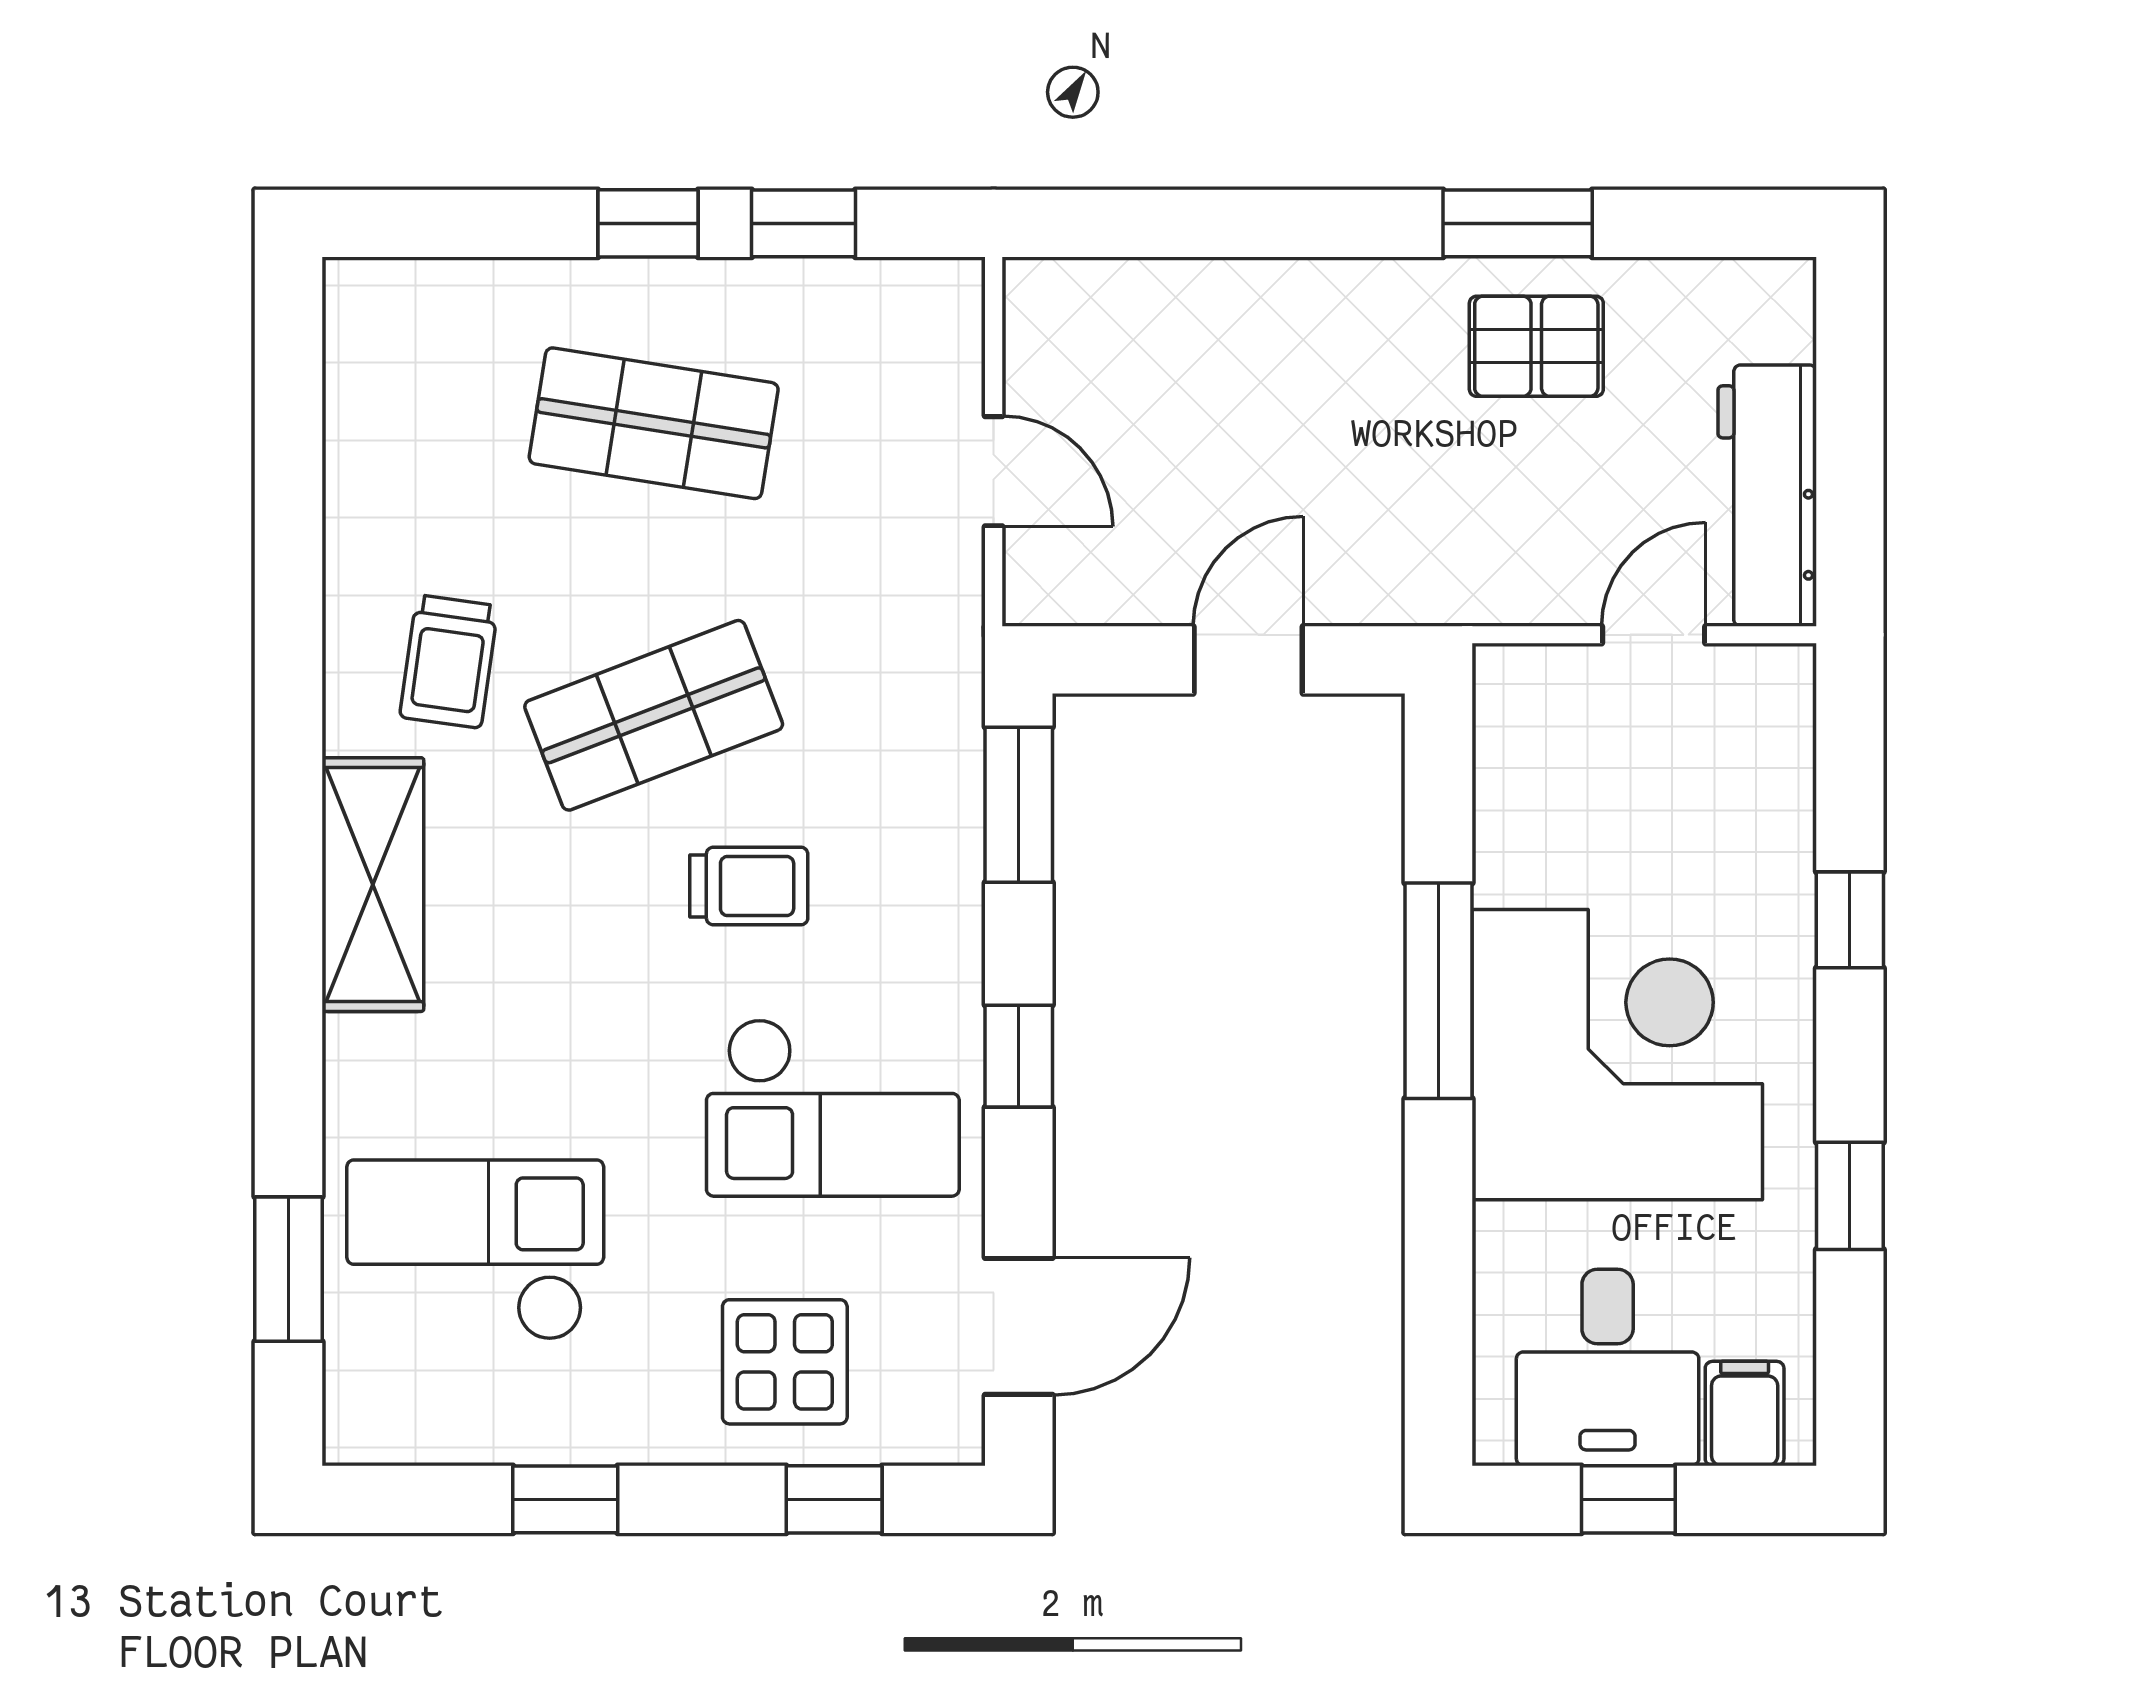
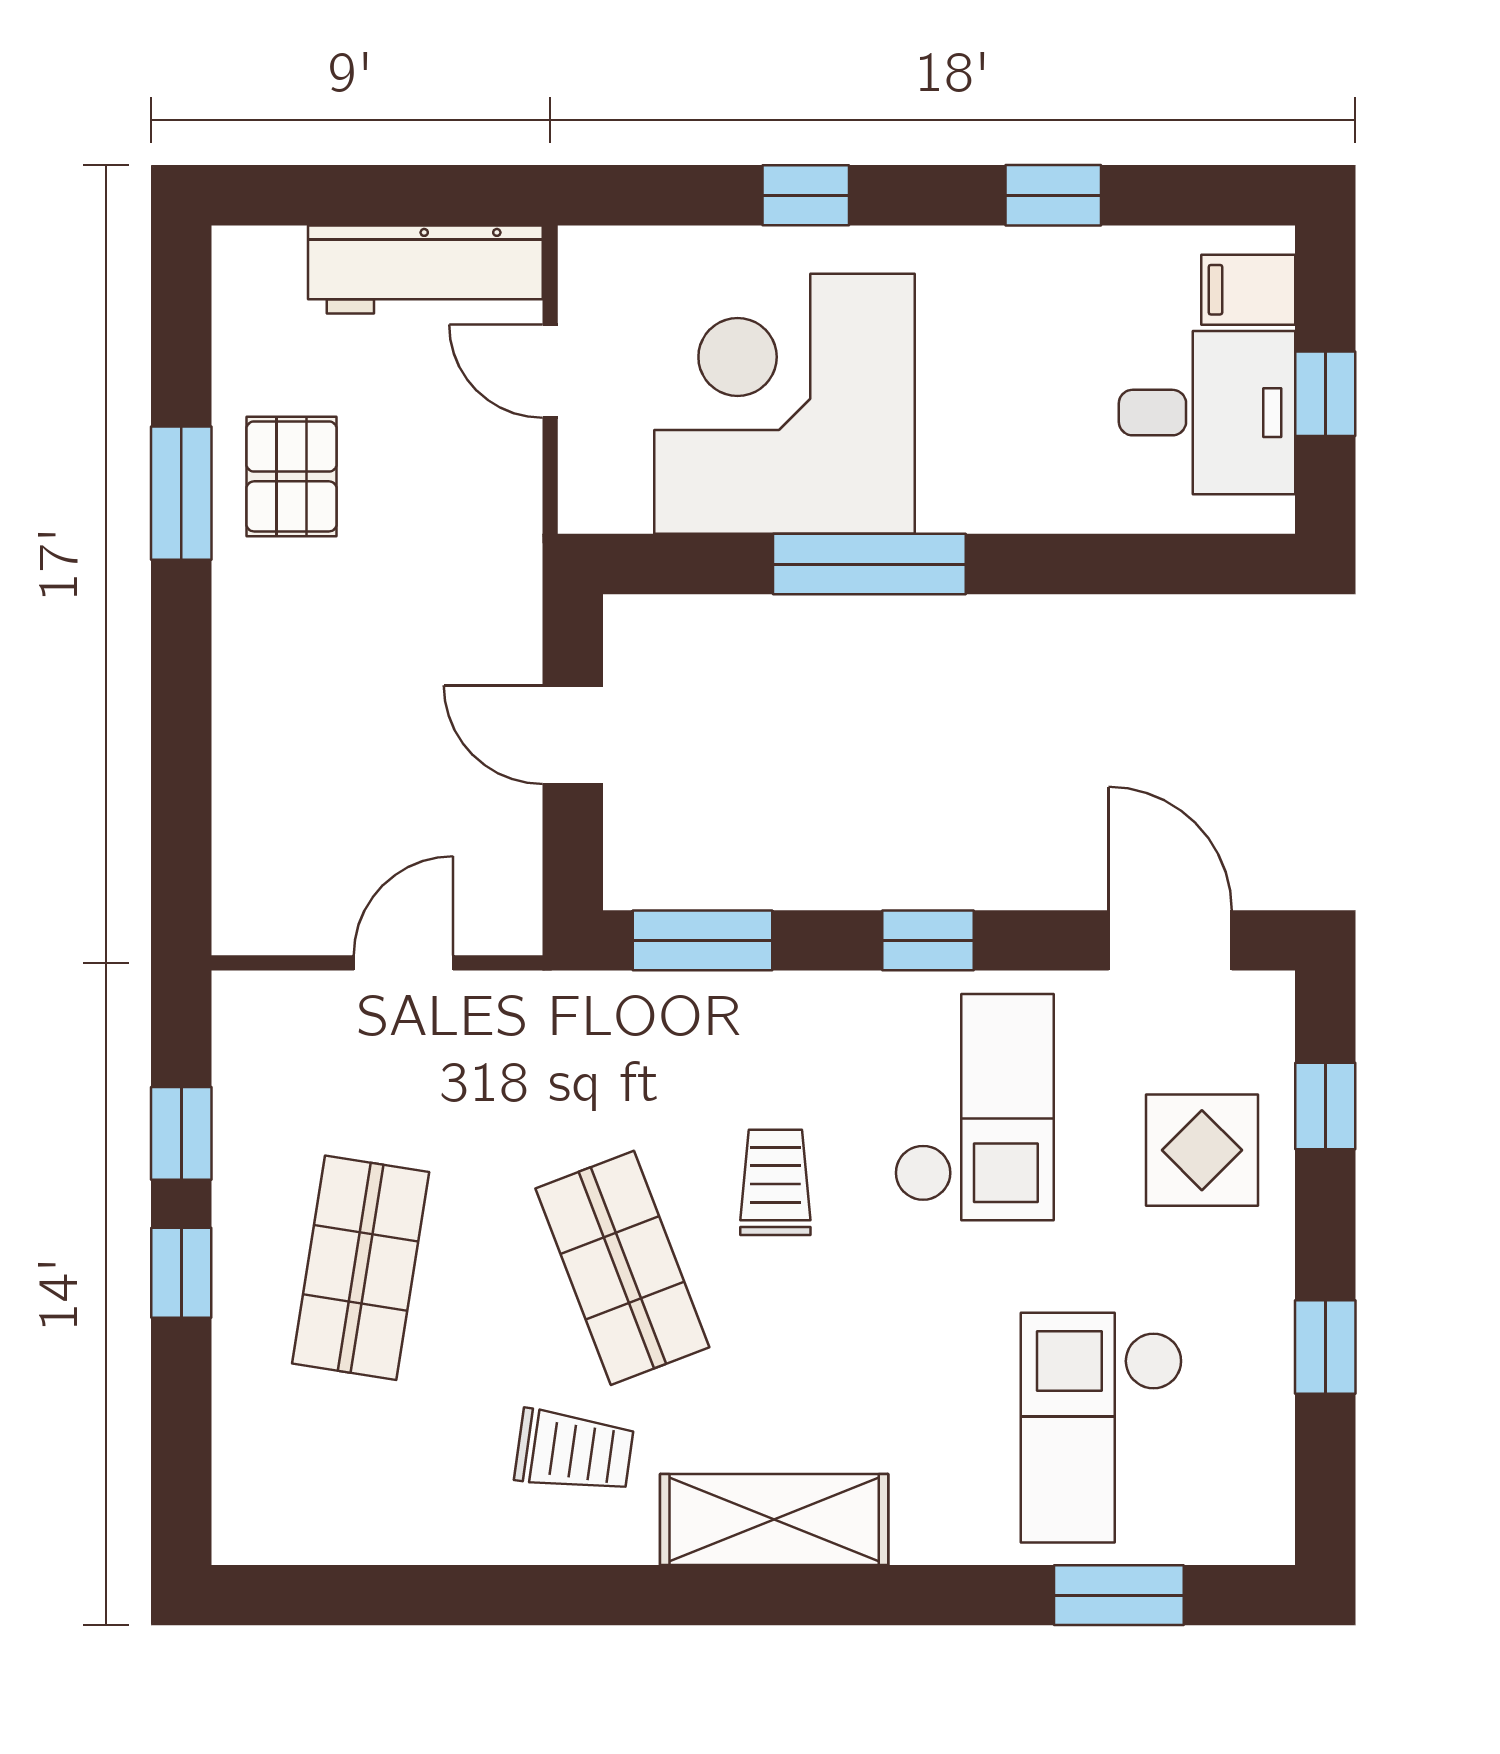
corner desk: (1617, 1055) -> (784, 404), moved

